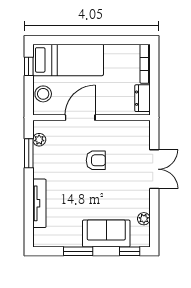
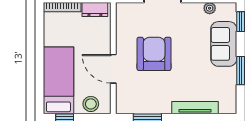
plant: (39, 140) -> (134, 108), removed
armchair: (96, 160) -> (154, 54), width x1.88, depth x1.88

